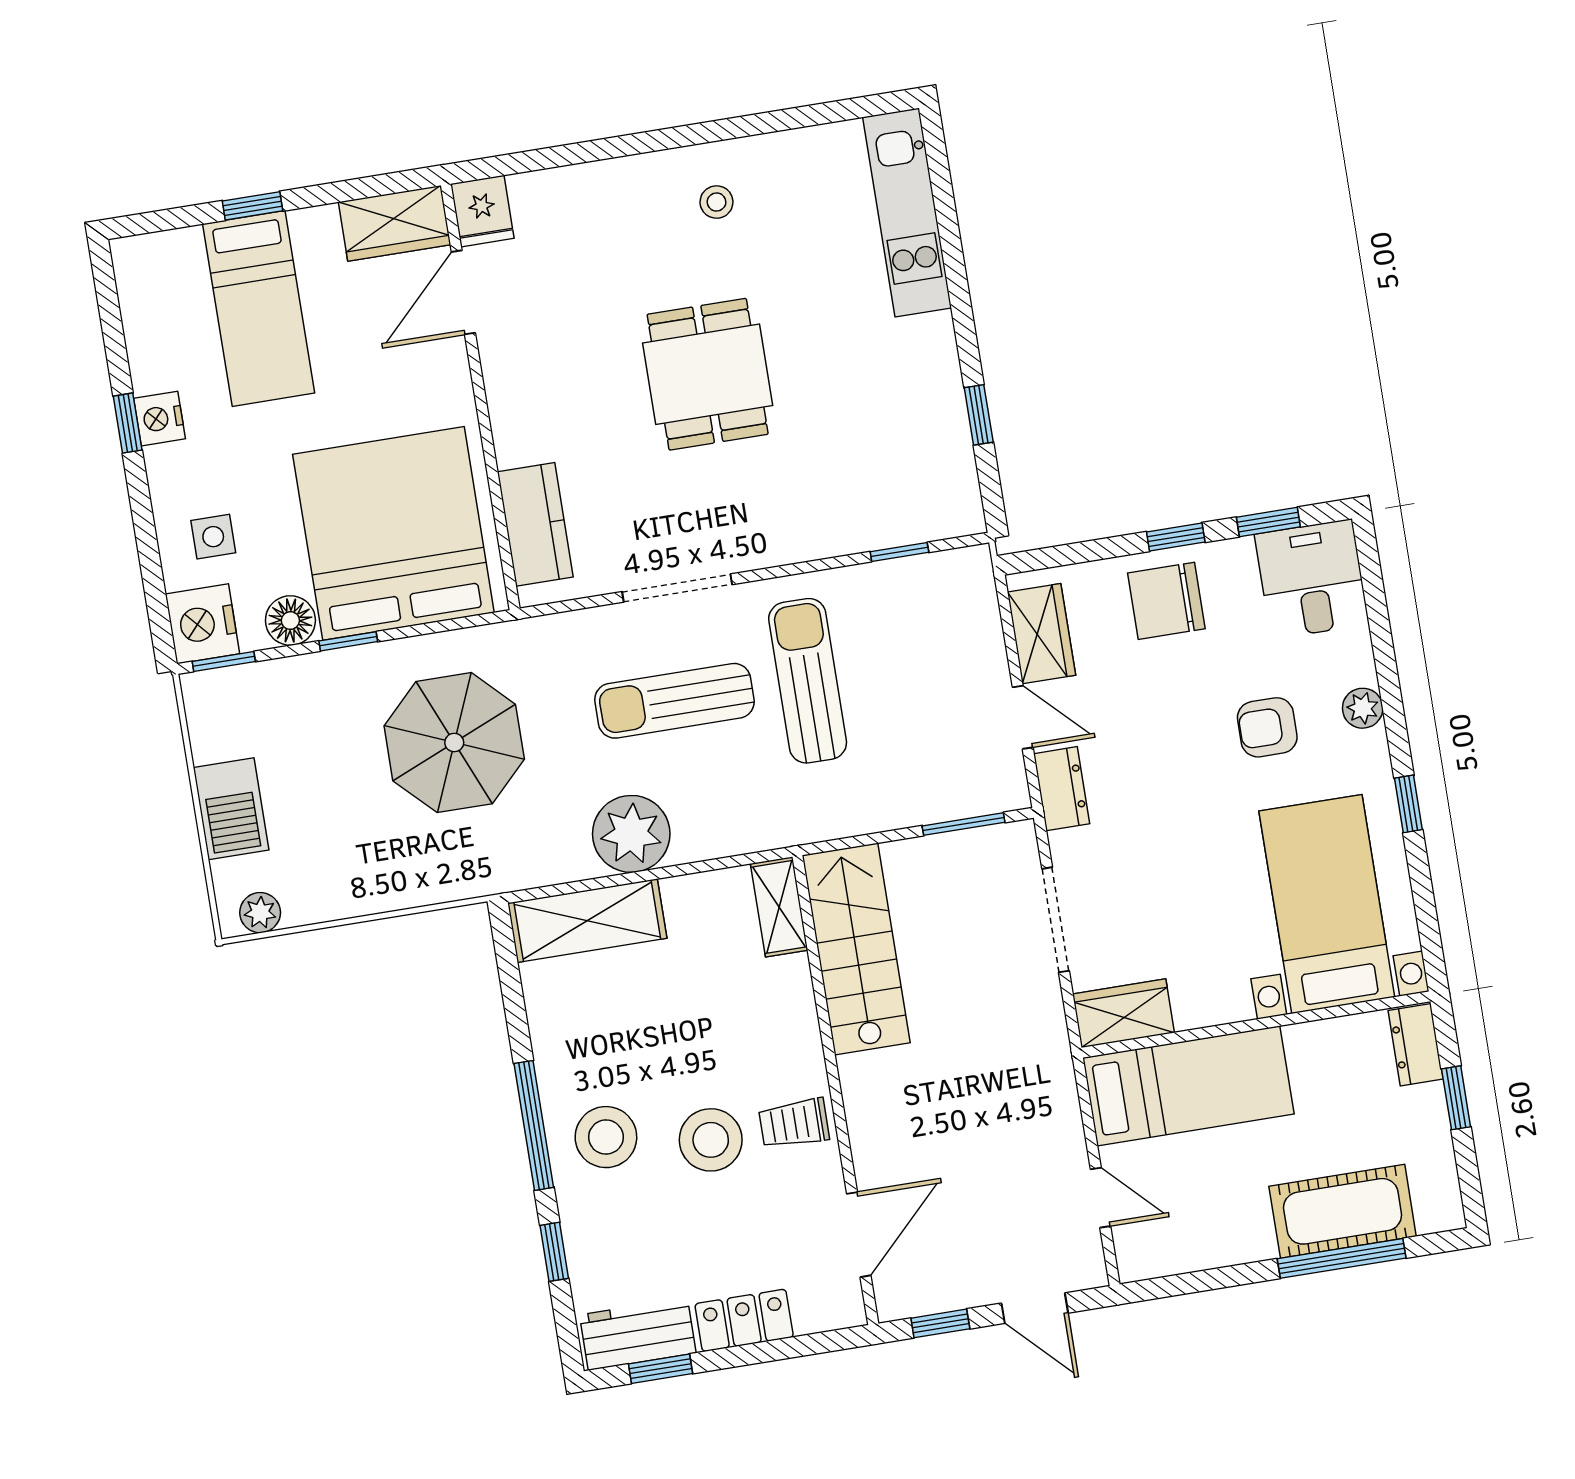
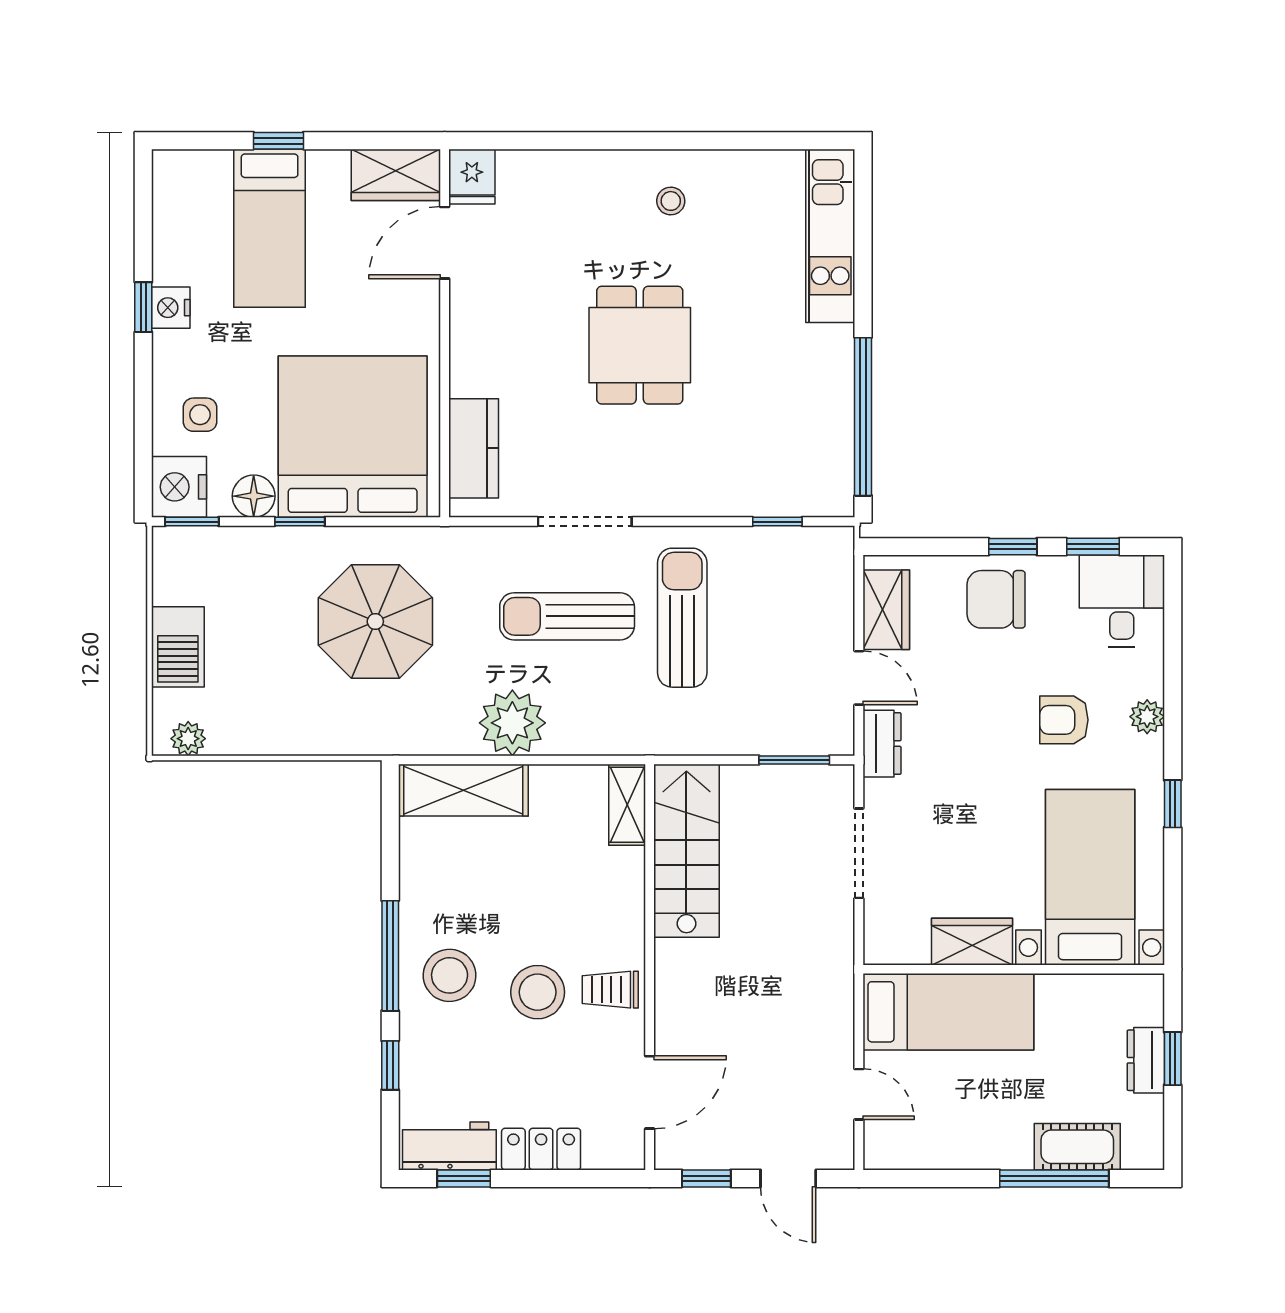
window: (979, 415) -> (863, 417), width x3.17
wardrobe: (1123, 1013) -> (972, 942), moved
dresser: (1416, 1045) -> (1146, 1060), moved
cot: (1343, 1211) -> (1077, 1147), width x0.73, depth x0.75

